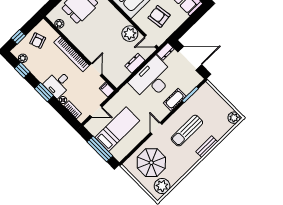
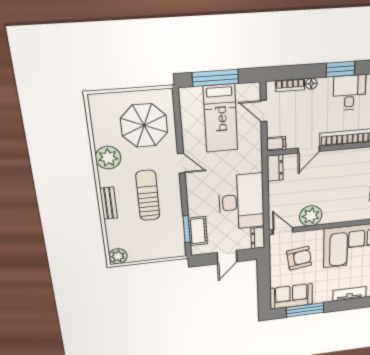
door: (151, 41) -> (283, 231), hinge flipped
door: (190, 58) -> (227, 257), width x0.53
dresser: (135, 63) -> (275, 168), moved
door: (96, 69) -> (309, 150), hinge flipped
desk: (58, 84) -> (349, 93), moved
cot: (175, 100) -> (198, 231), moved
door: (96, 111) -> (264, 111), hinge flipped
plant: (162, 186) -> (108, 158), moved

